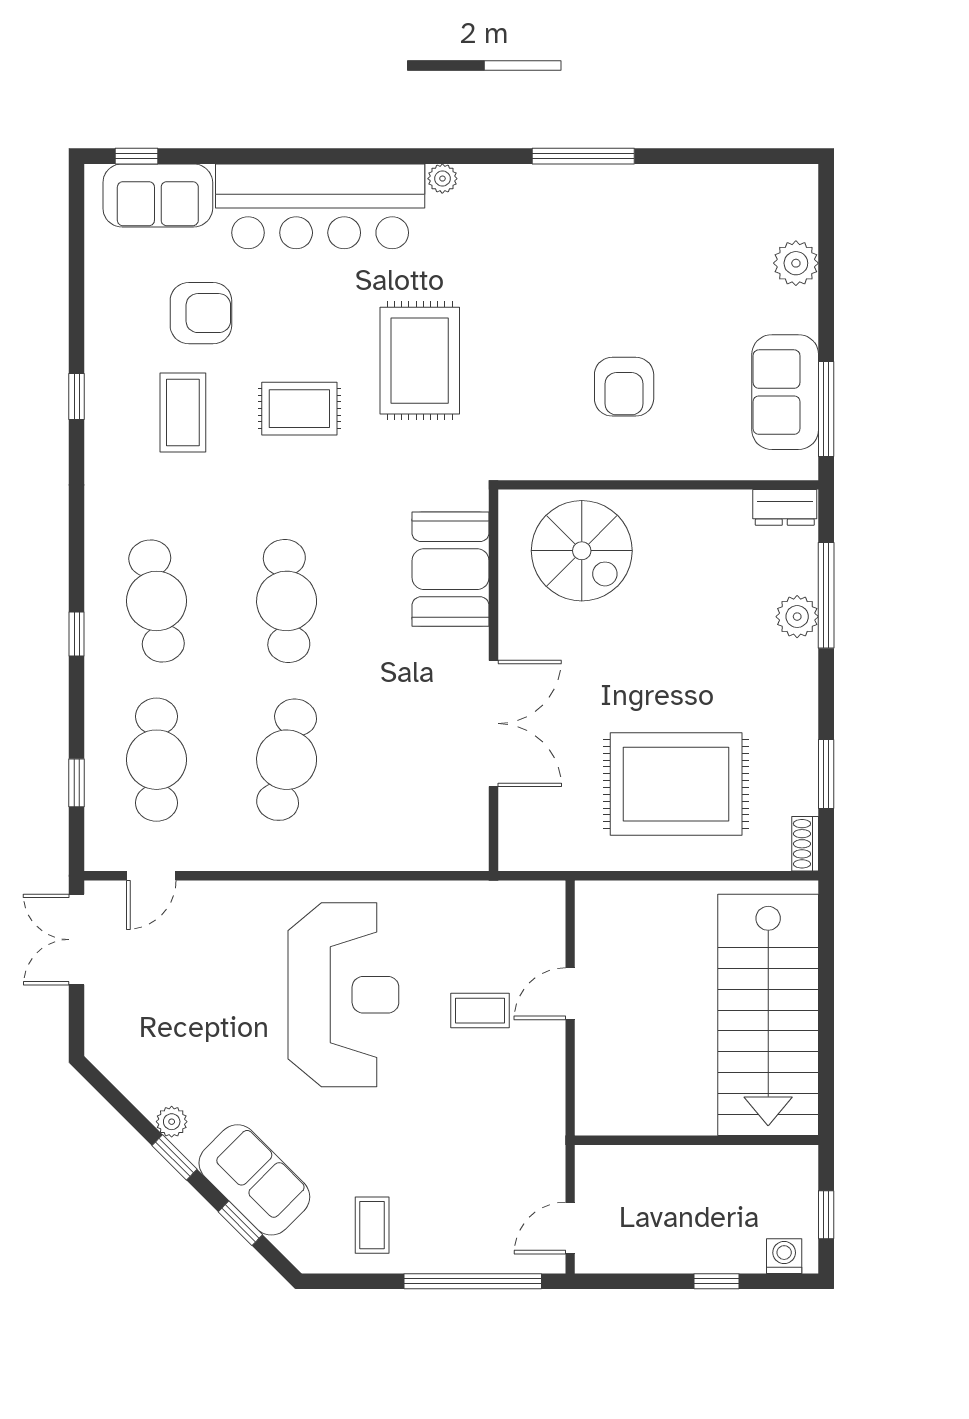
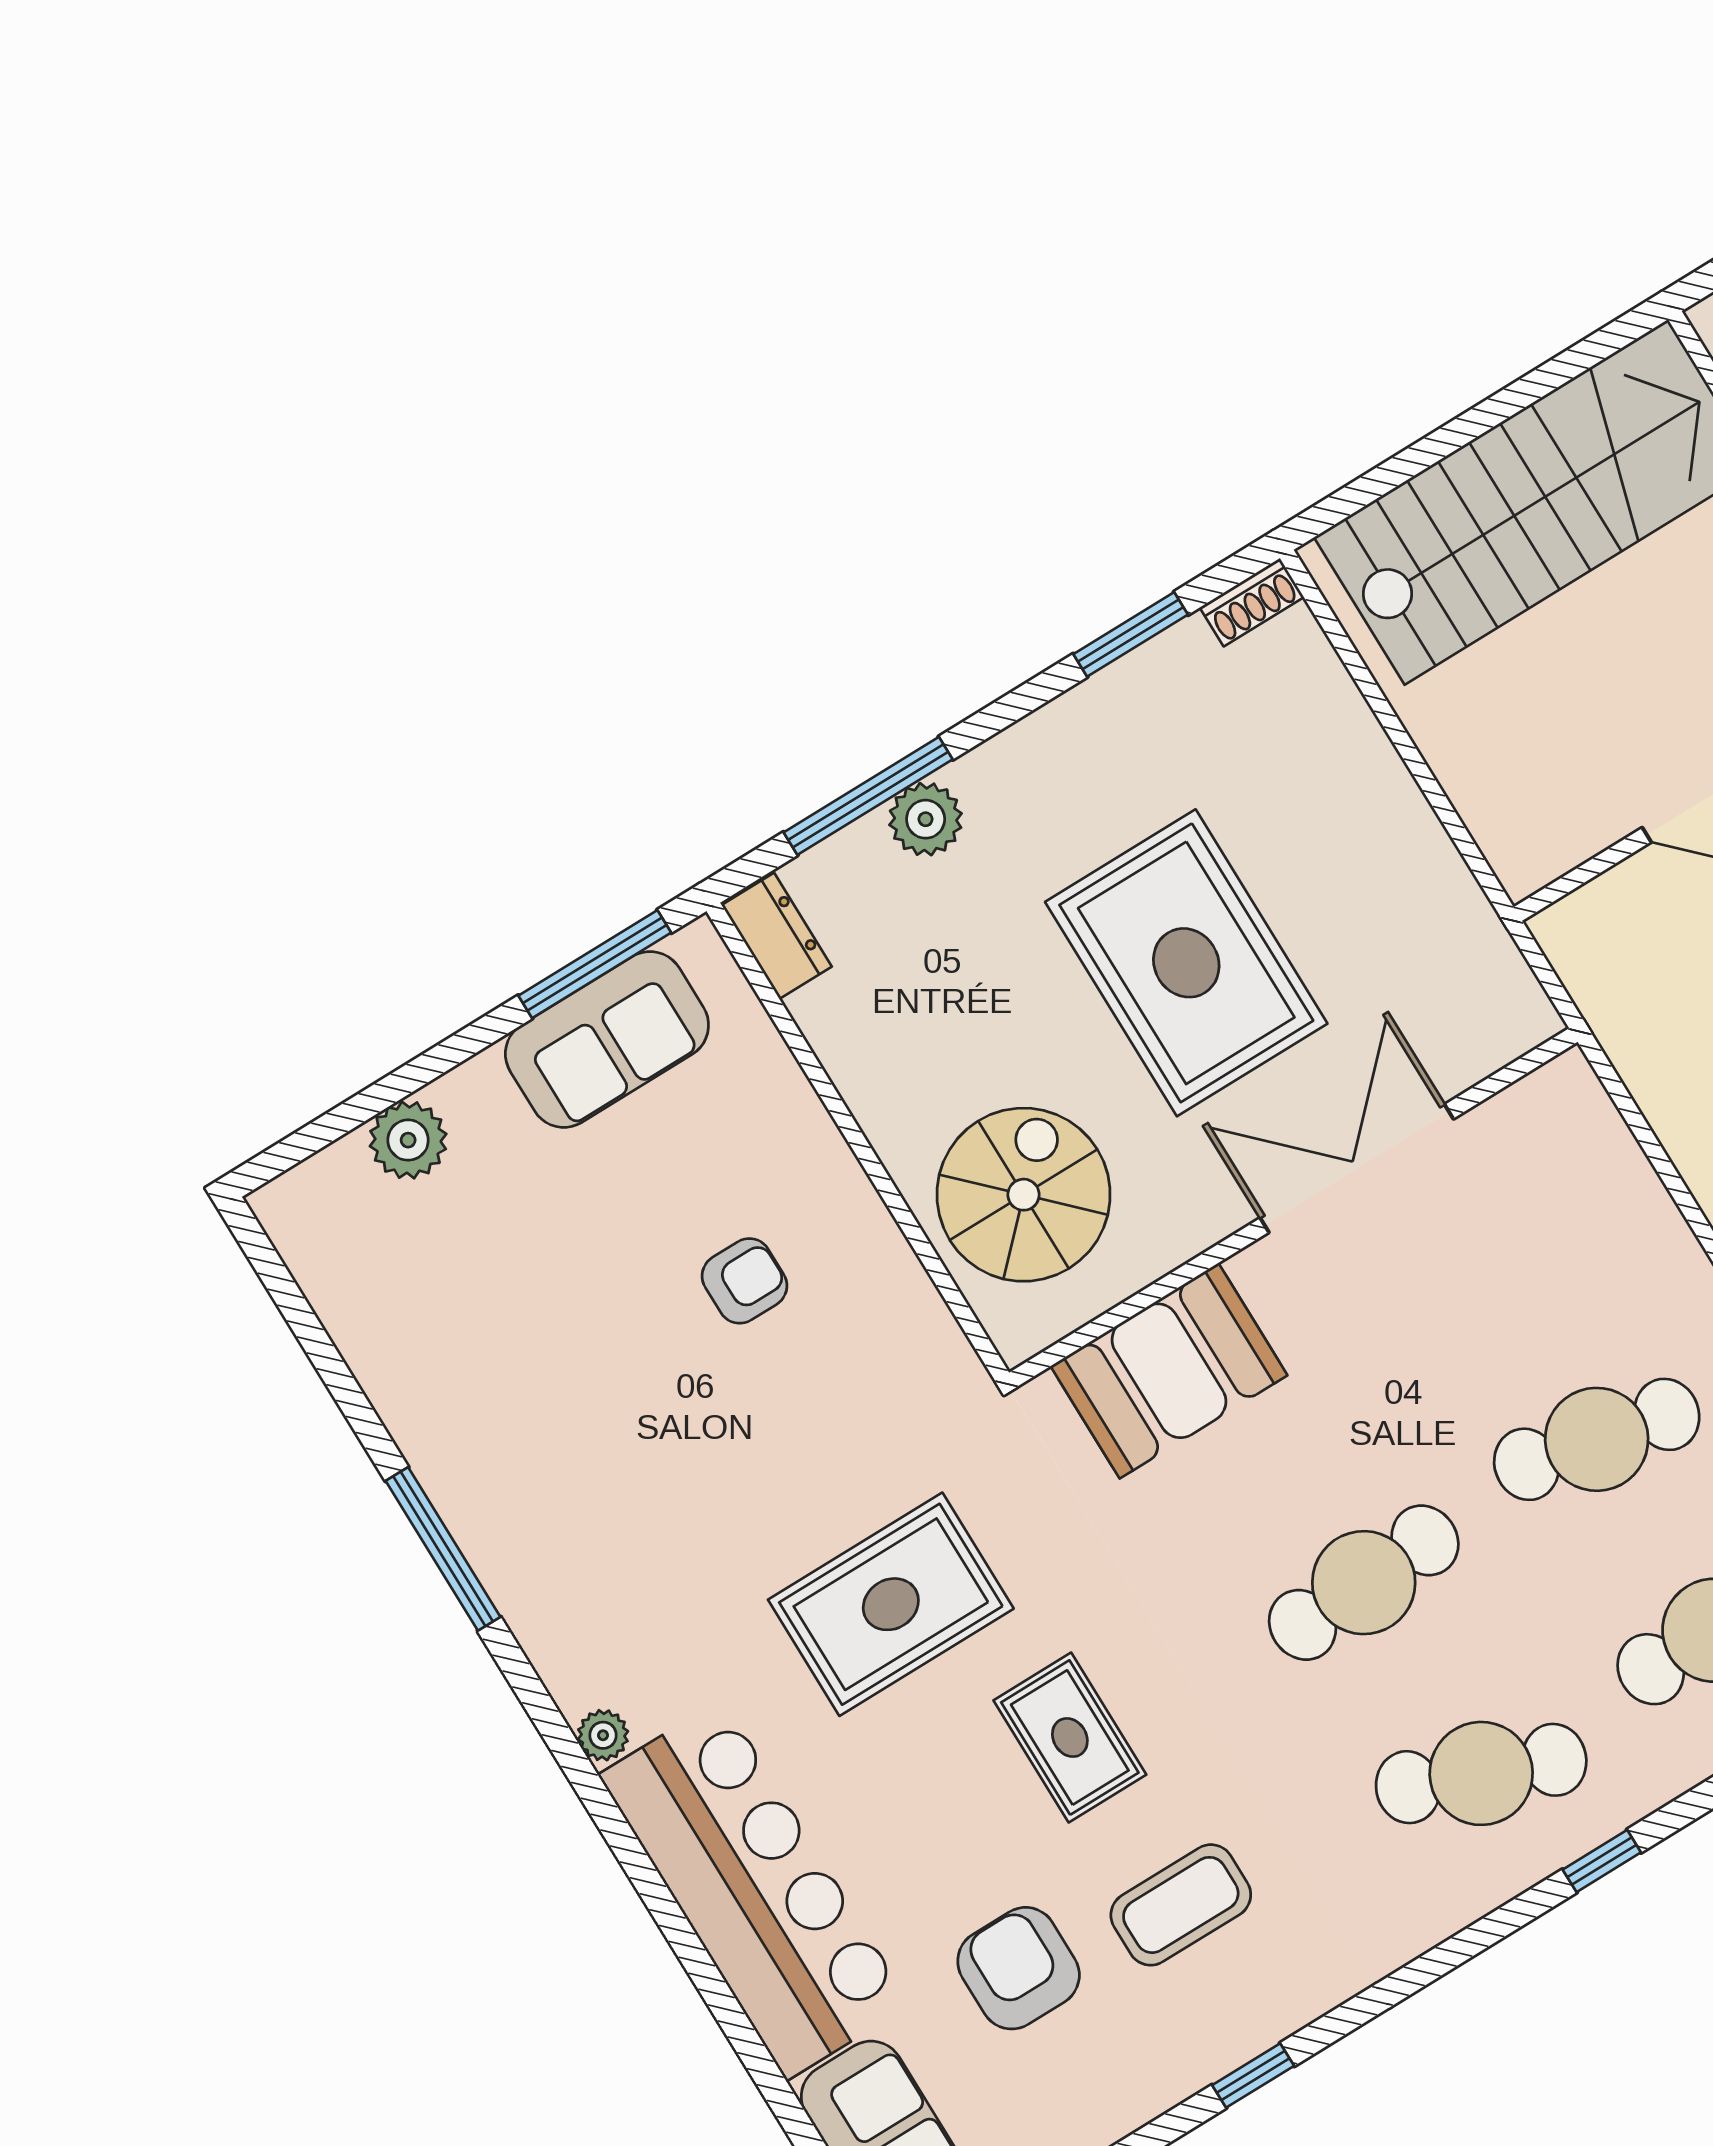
armchair: (624, 387) -> (745, 1281), width x0.72, depth x0.72
cafe table: (157, 601) -> (1481, 1773), turned 30
rug: (676, 784) -> (1186, 963), moved

